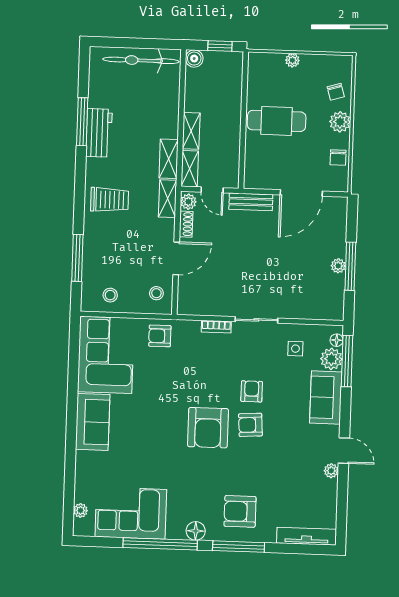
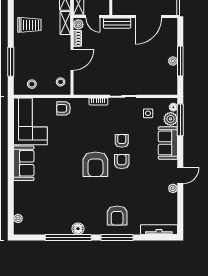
armchair: (250, 425) -> (122, 162), turned 94
door: (344, 451) -> (180, 176), hinge flipped
armchair: (240, 511) -> (117, 216), turned -90
corner sofa: (131, 513) -> (49, 219), removed
floor lamp: (196, 531) -> (78, 229), moved

